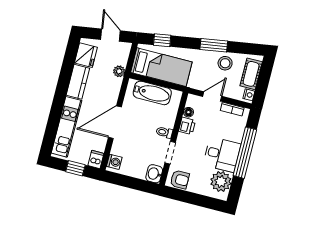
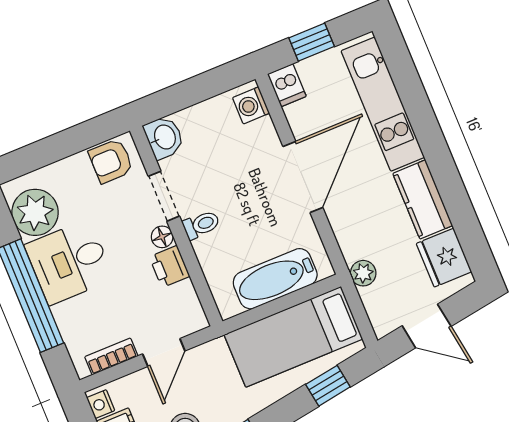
floor lamp: (188, 112) -> (162, 237), moved

